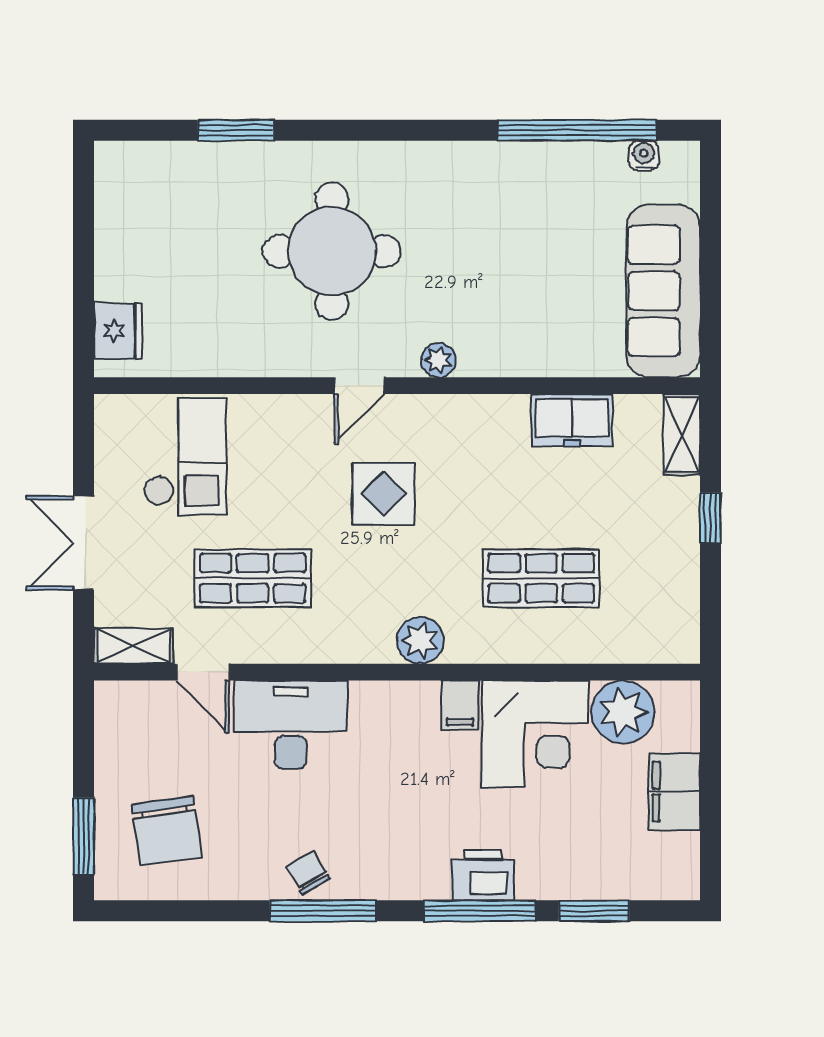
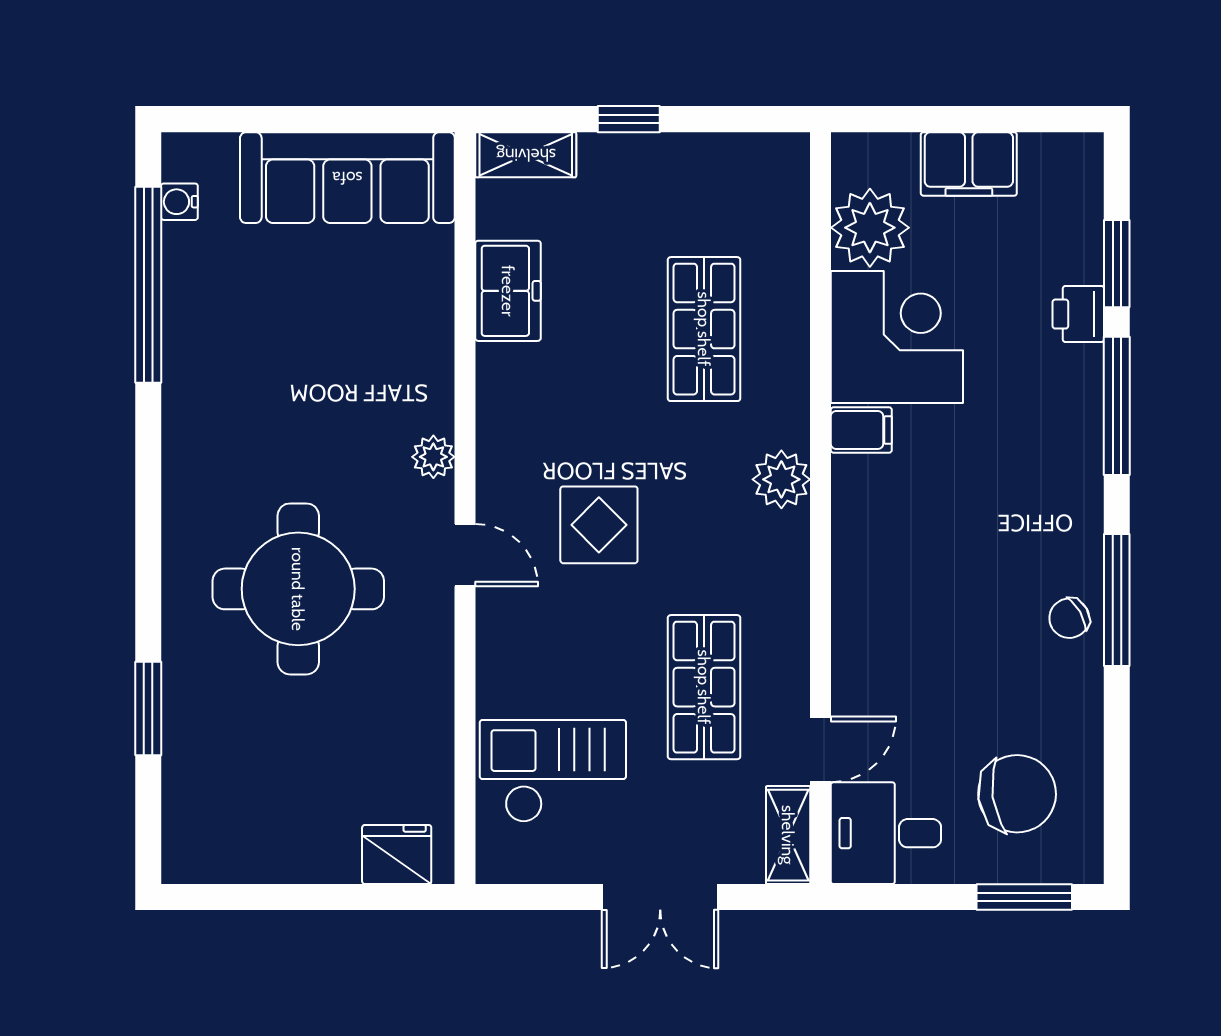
desk: (291, 725) -> (886, 833), moved, width x0.73
printer: (483, 875) -> (1078, 314), moved, width x0.73, depth x0.81

